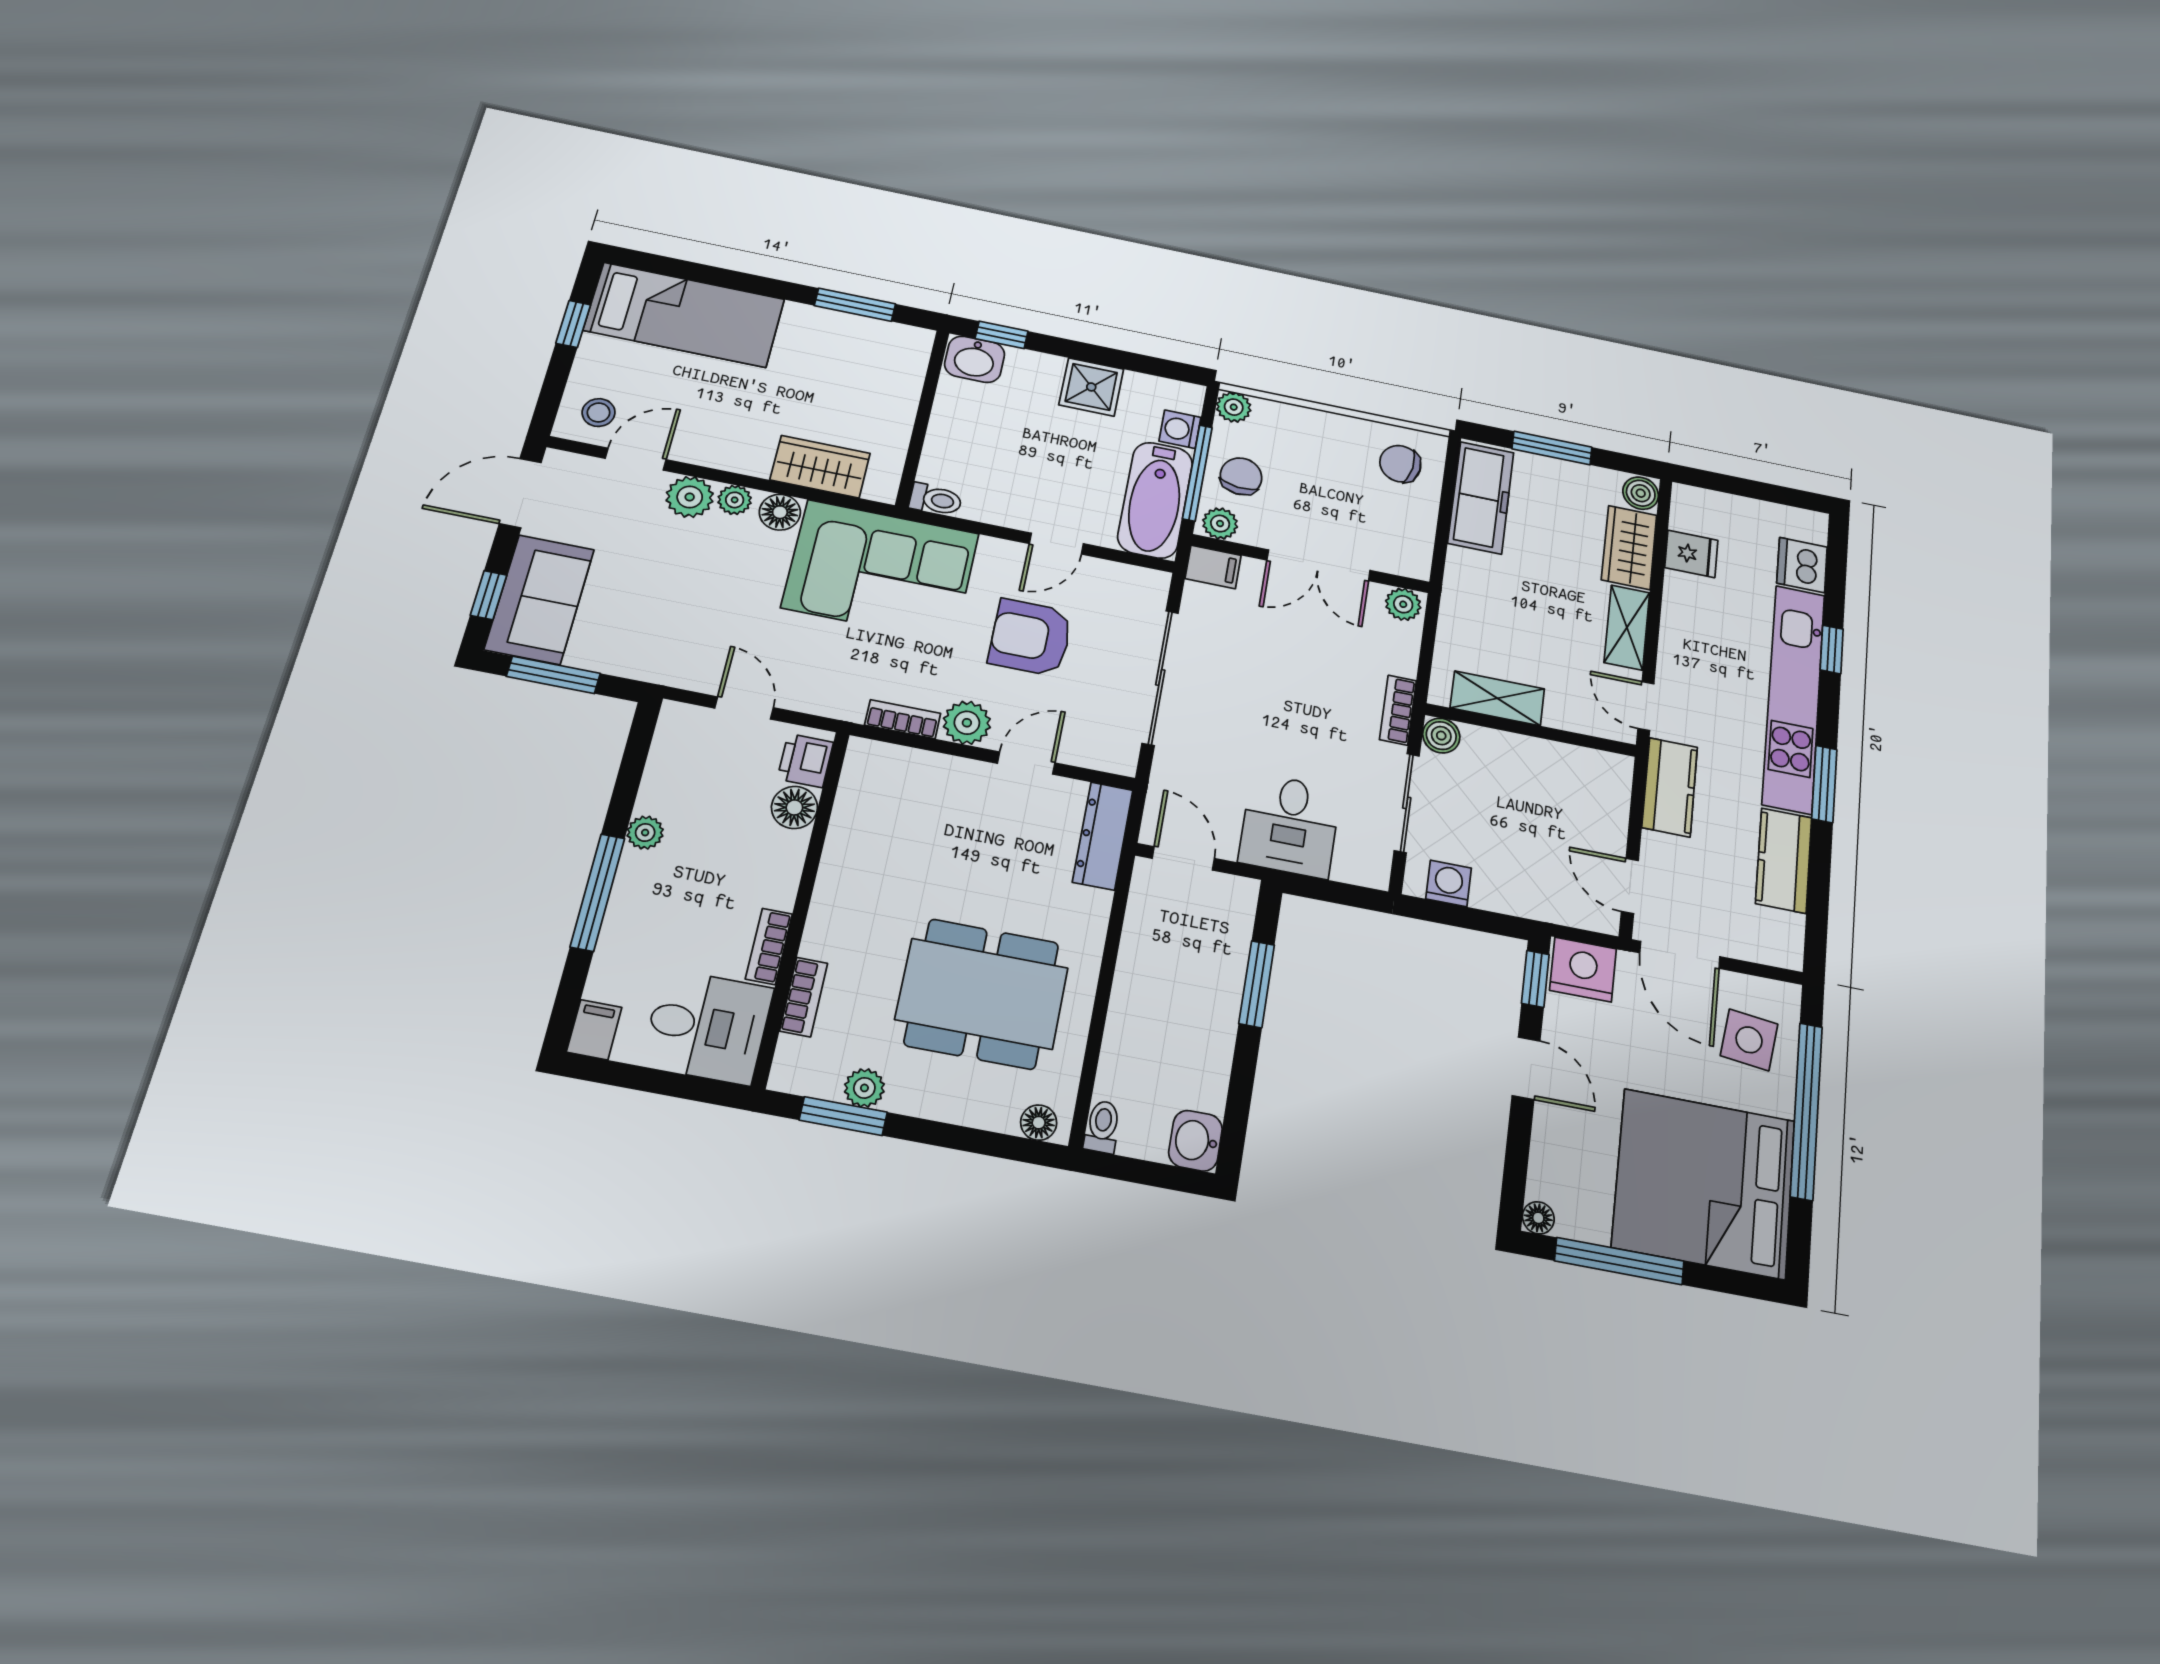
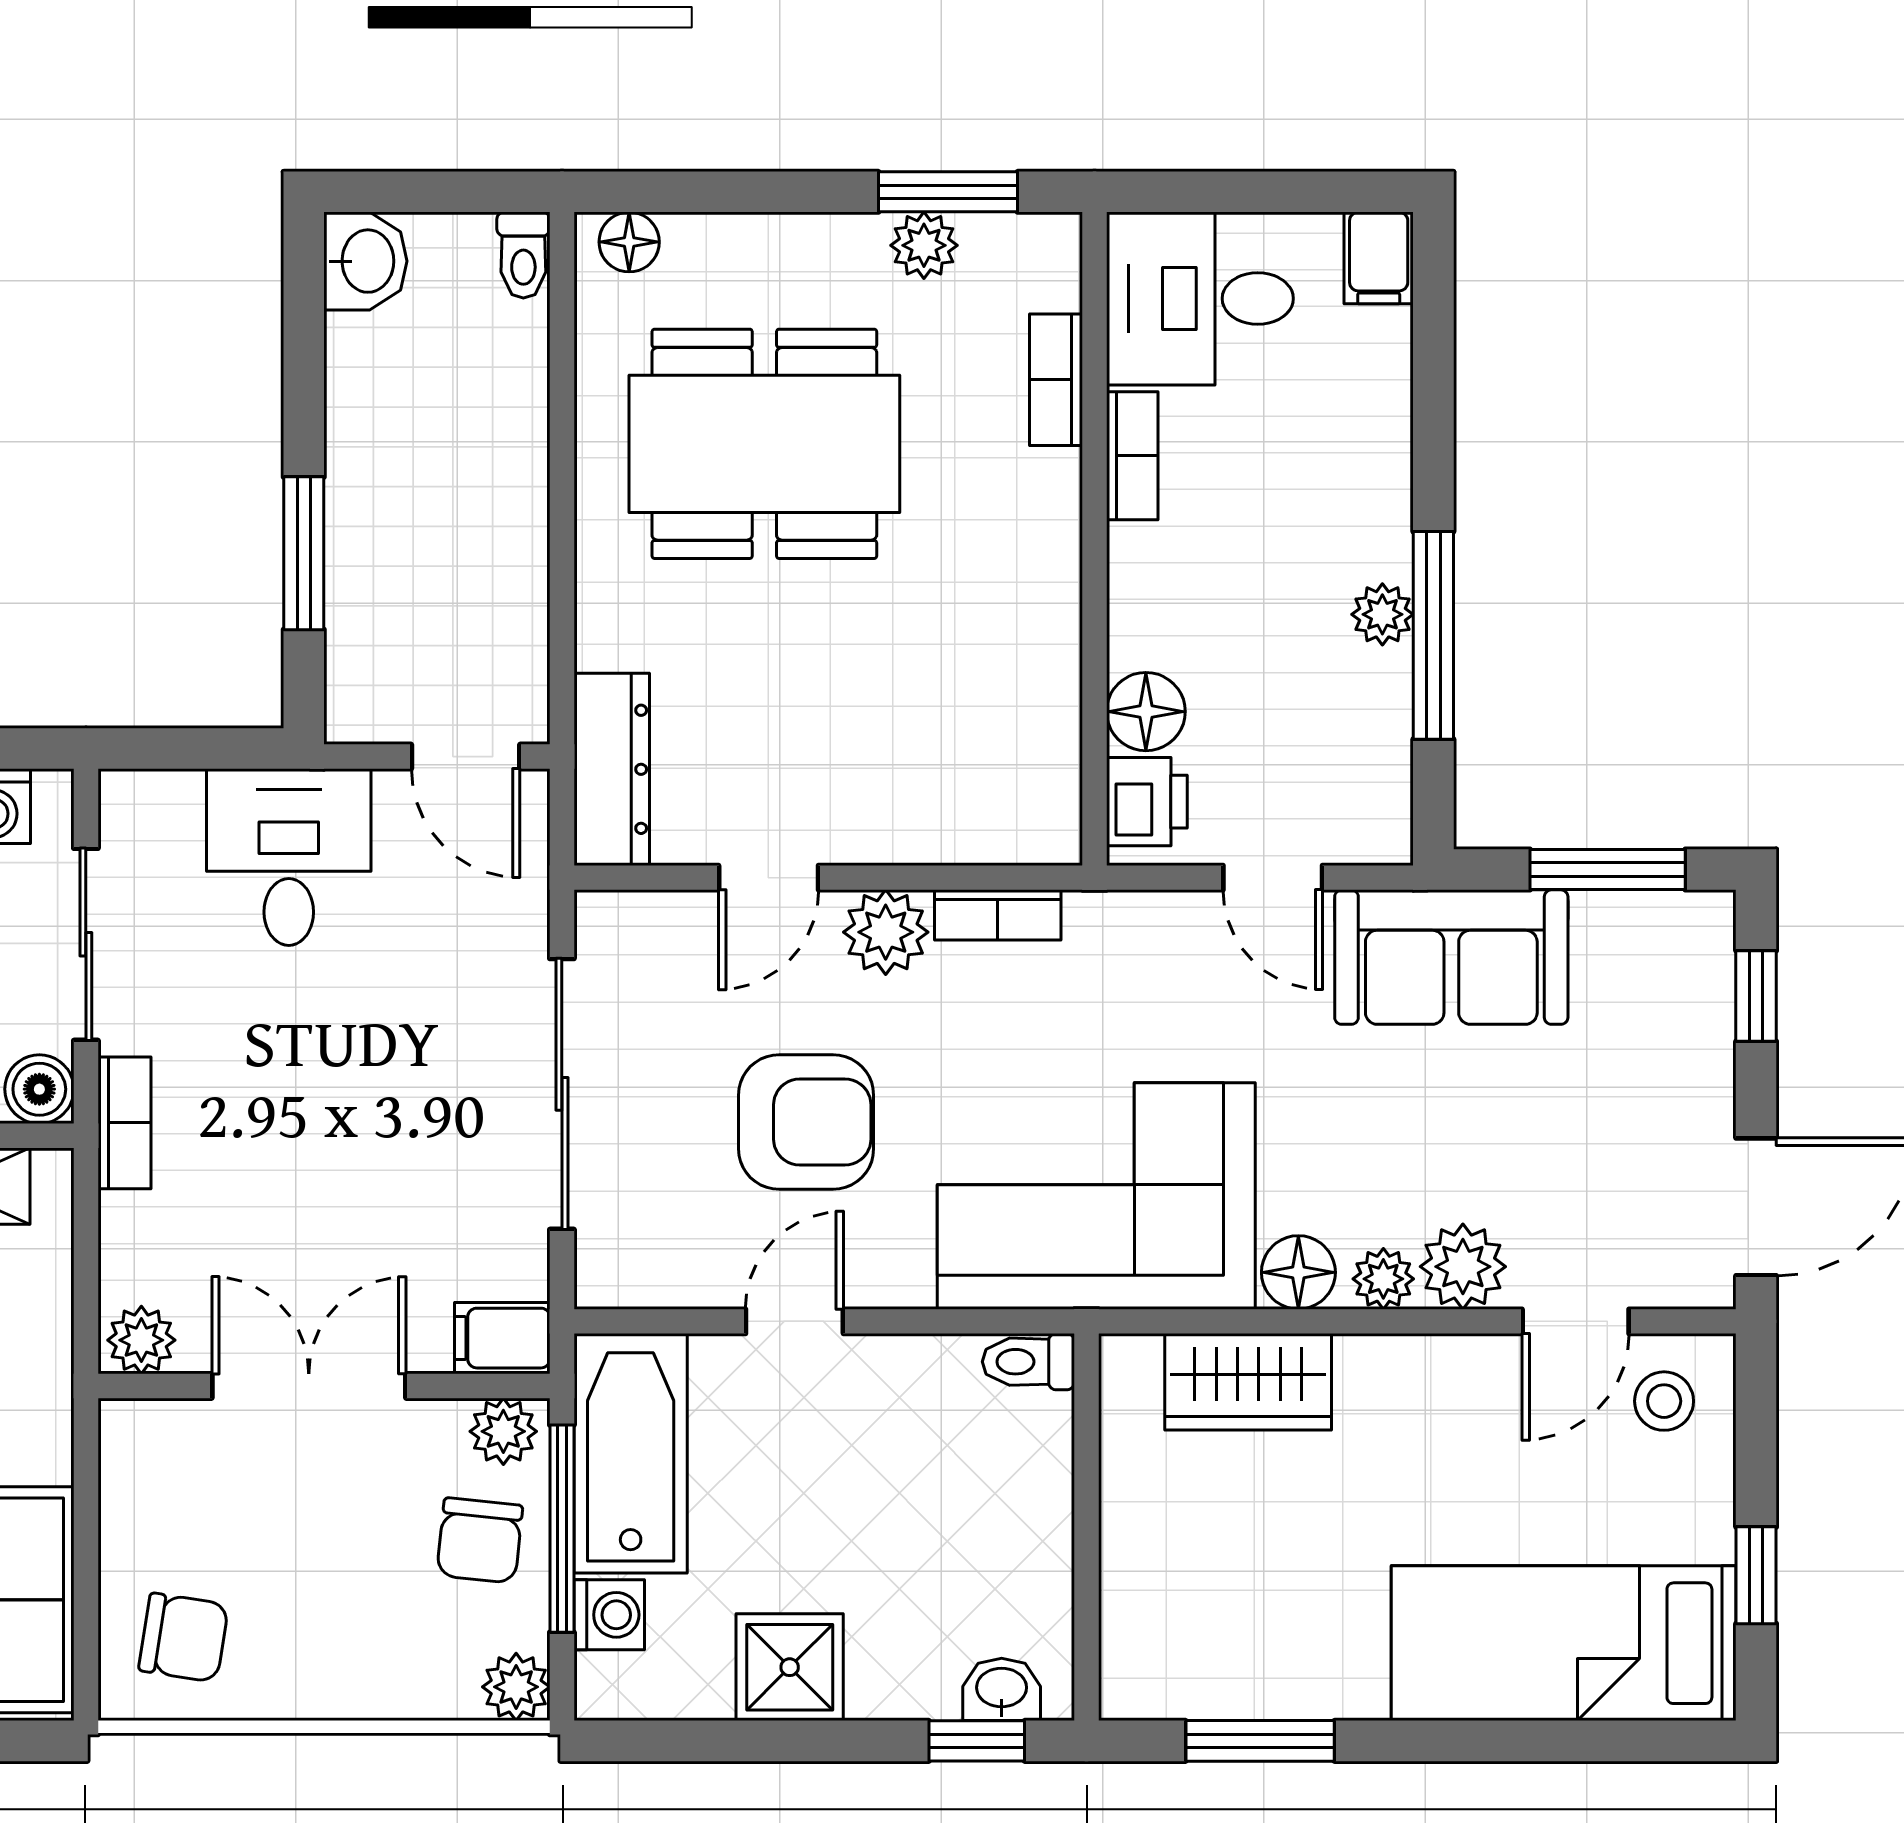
washbasin: (975, 359) -> (1002, 1689), width x0.72, depth x0.69
sofa: (539, 599) -> (1451, 957), moved, turned -90
window: (598, 892) -> (1433, 635), moved

